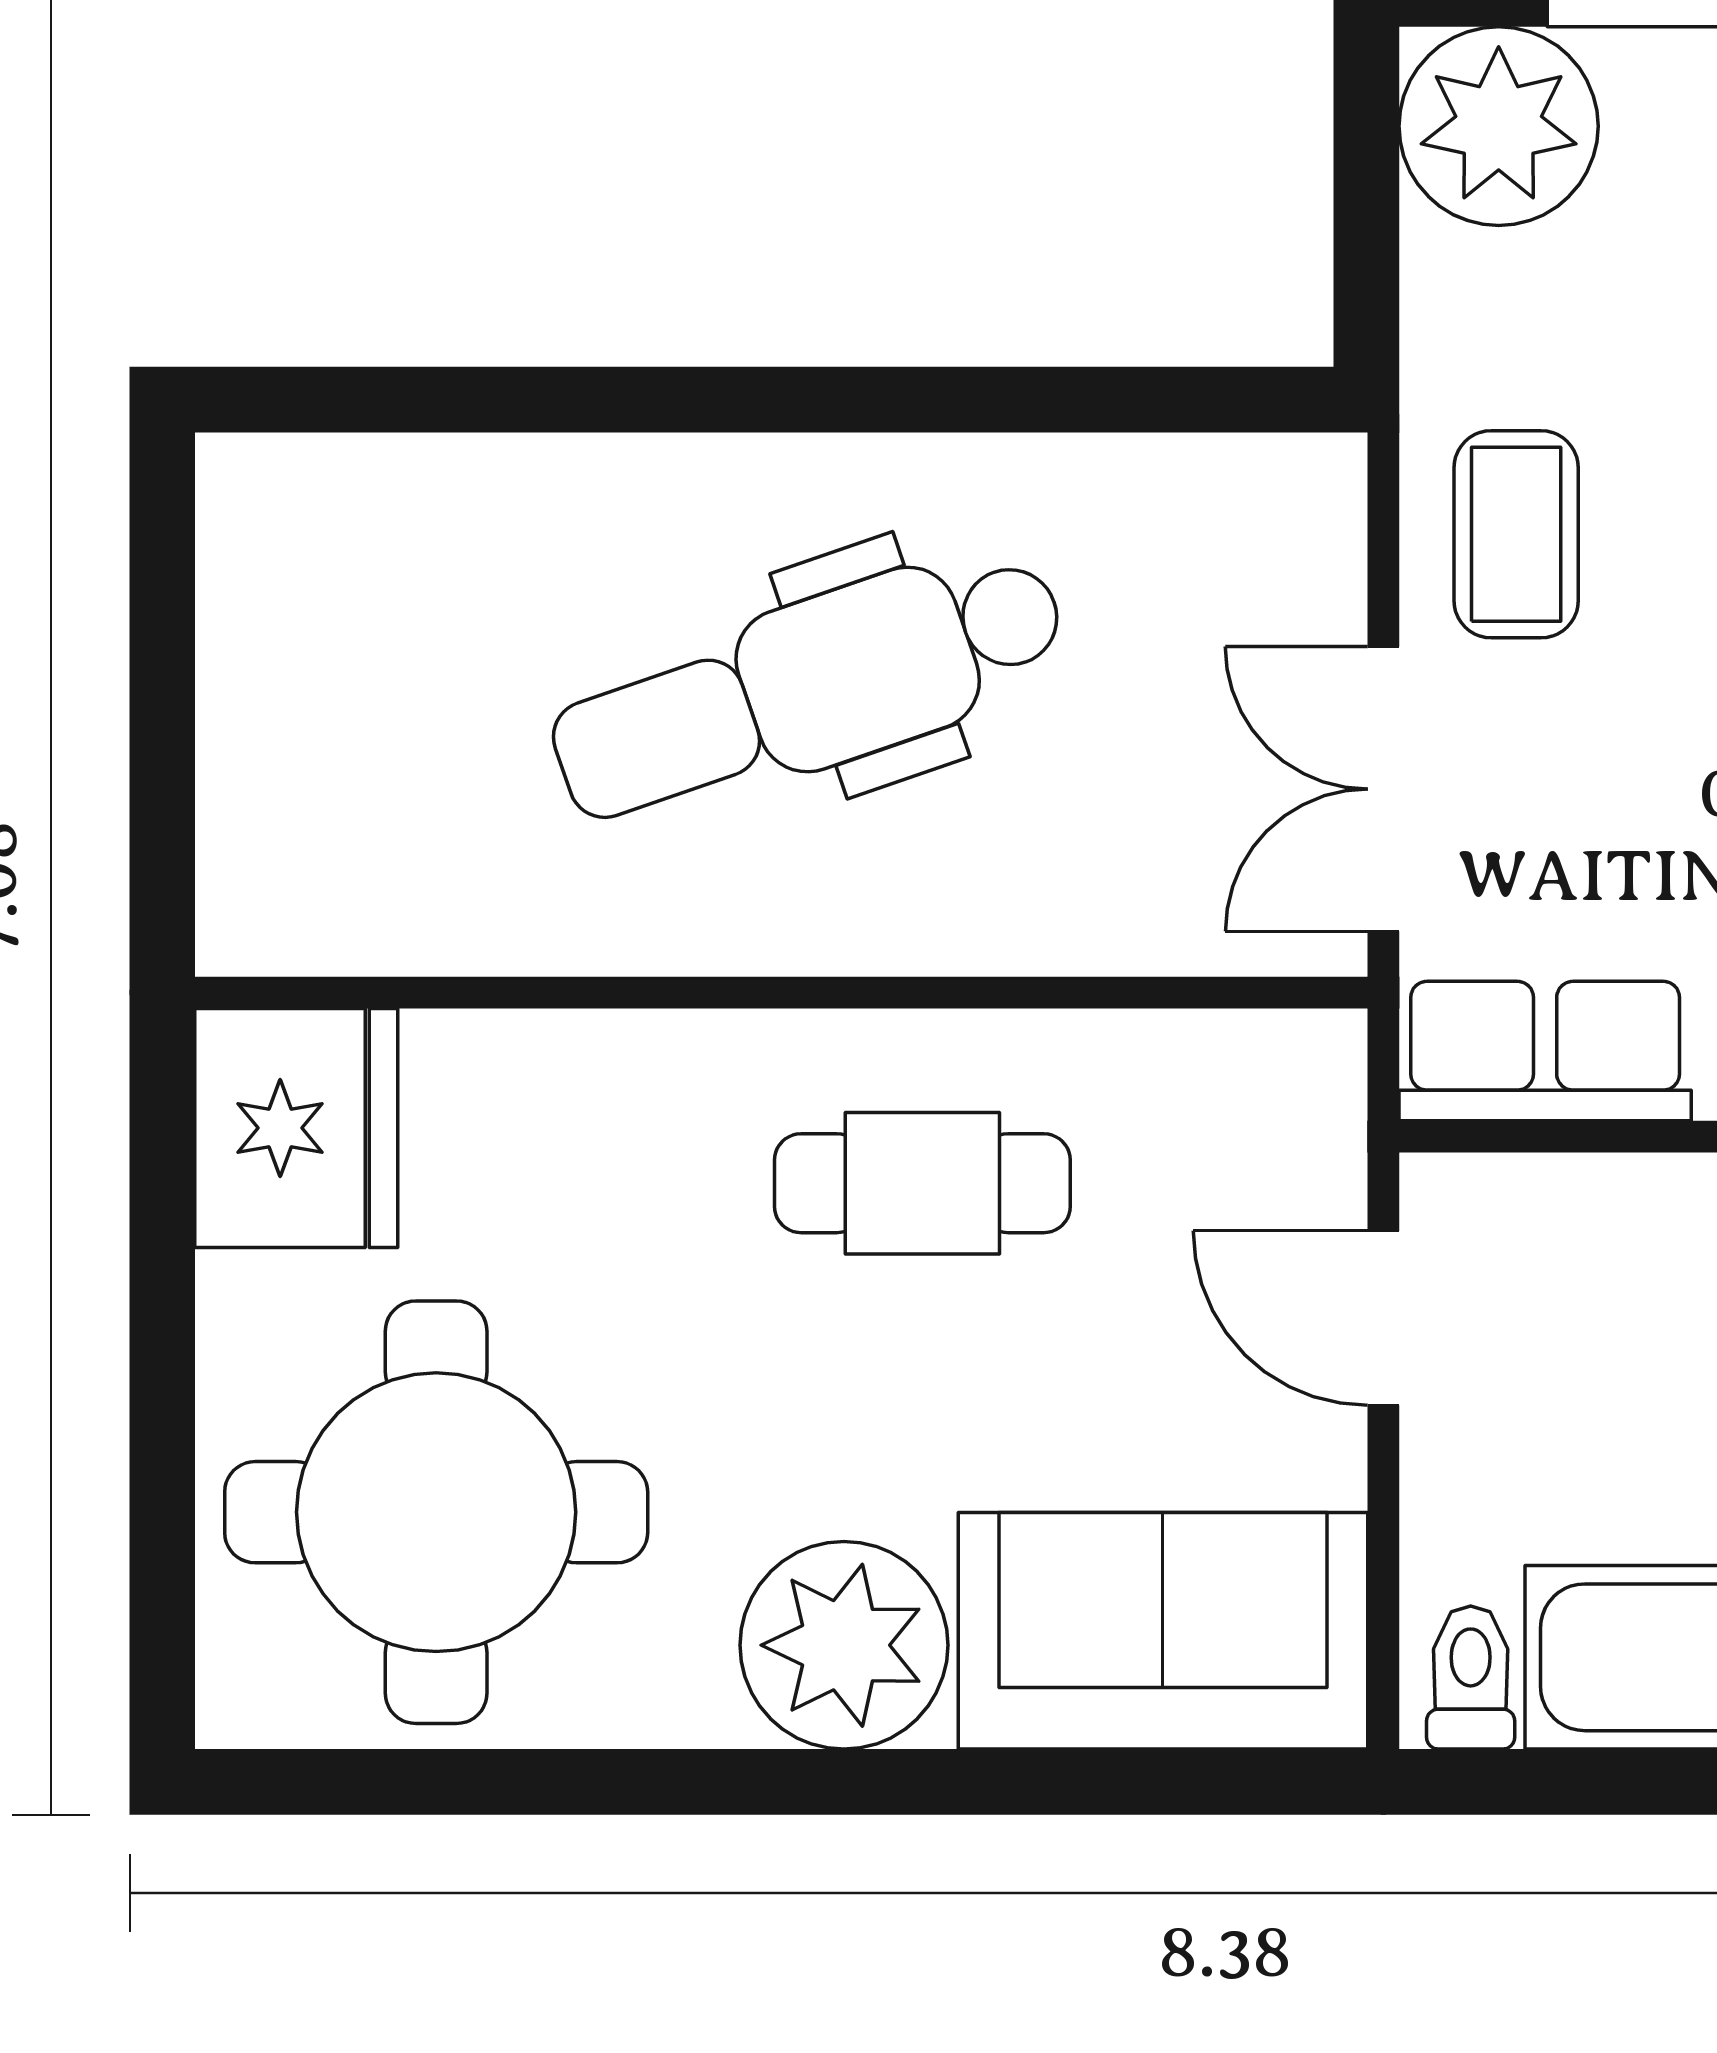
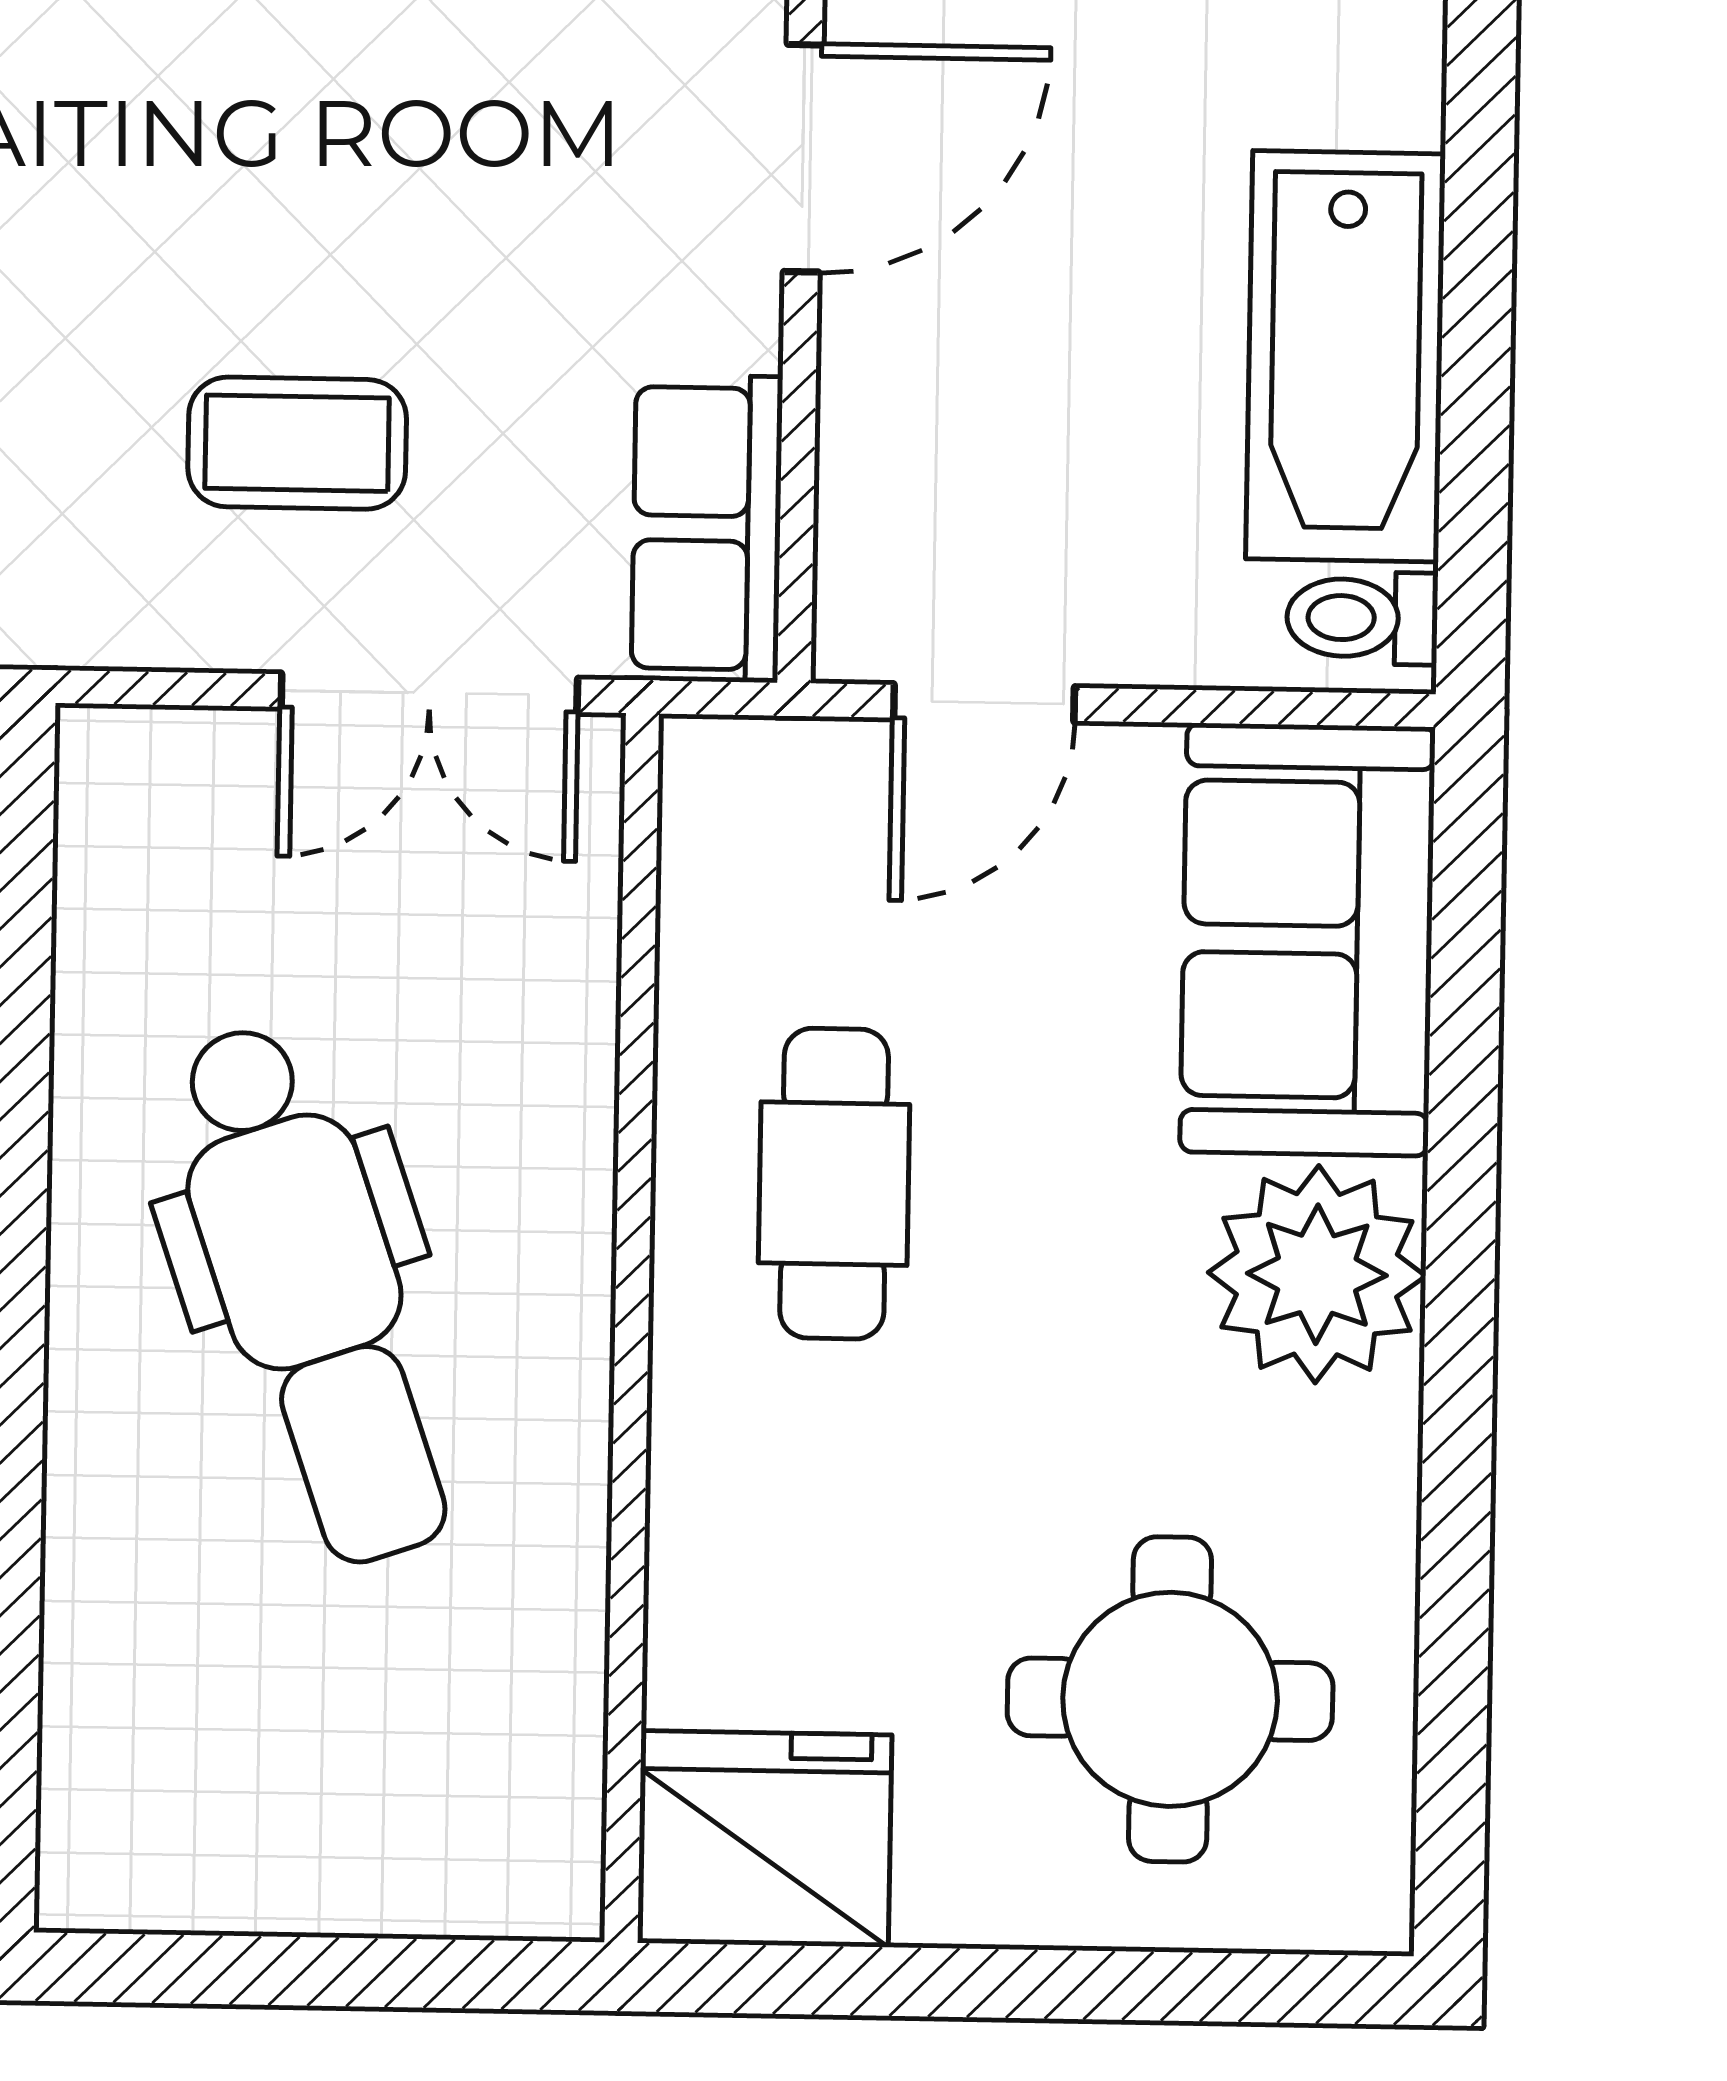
coffee table: (1516, 534) -> (297, 443), moved
round table: (436, 1512) -> (1170, 1699), width x0.73, depth x0.73

